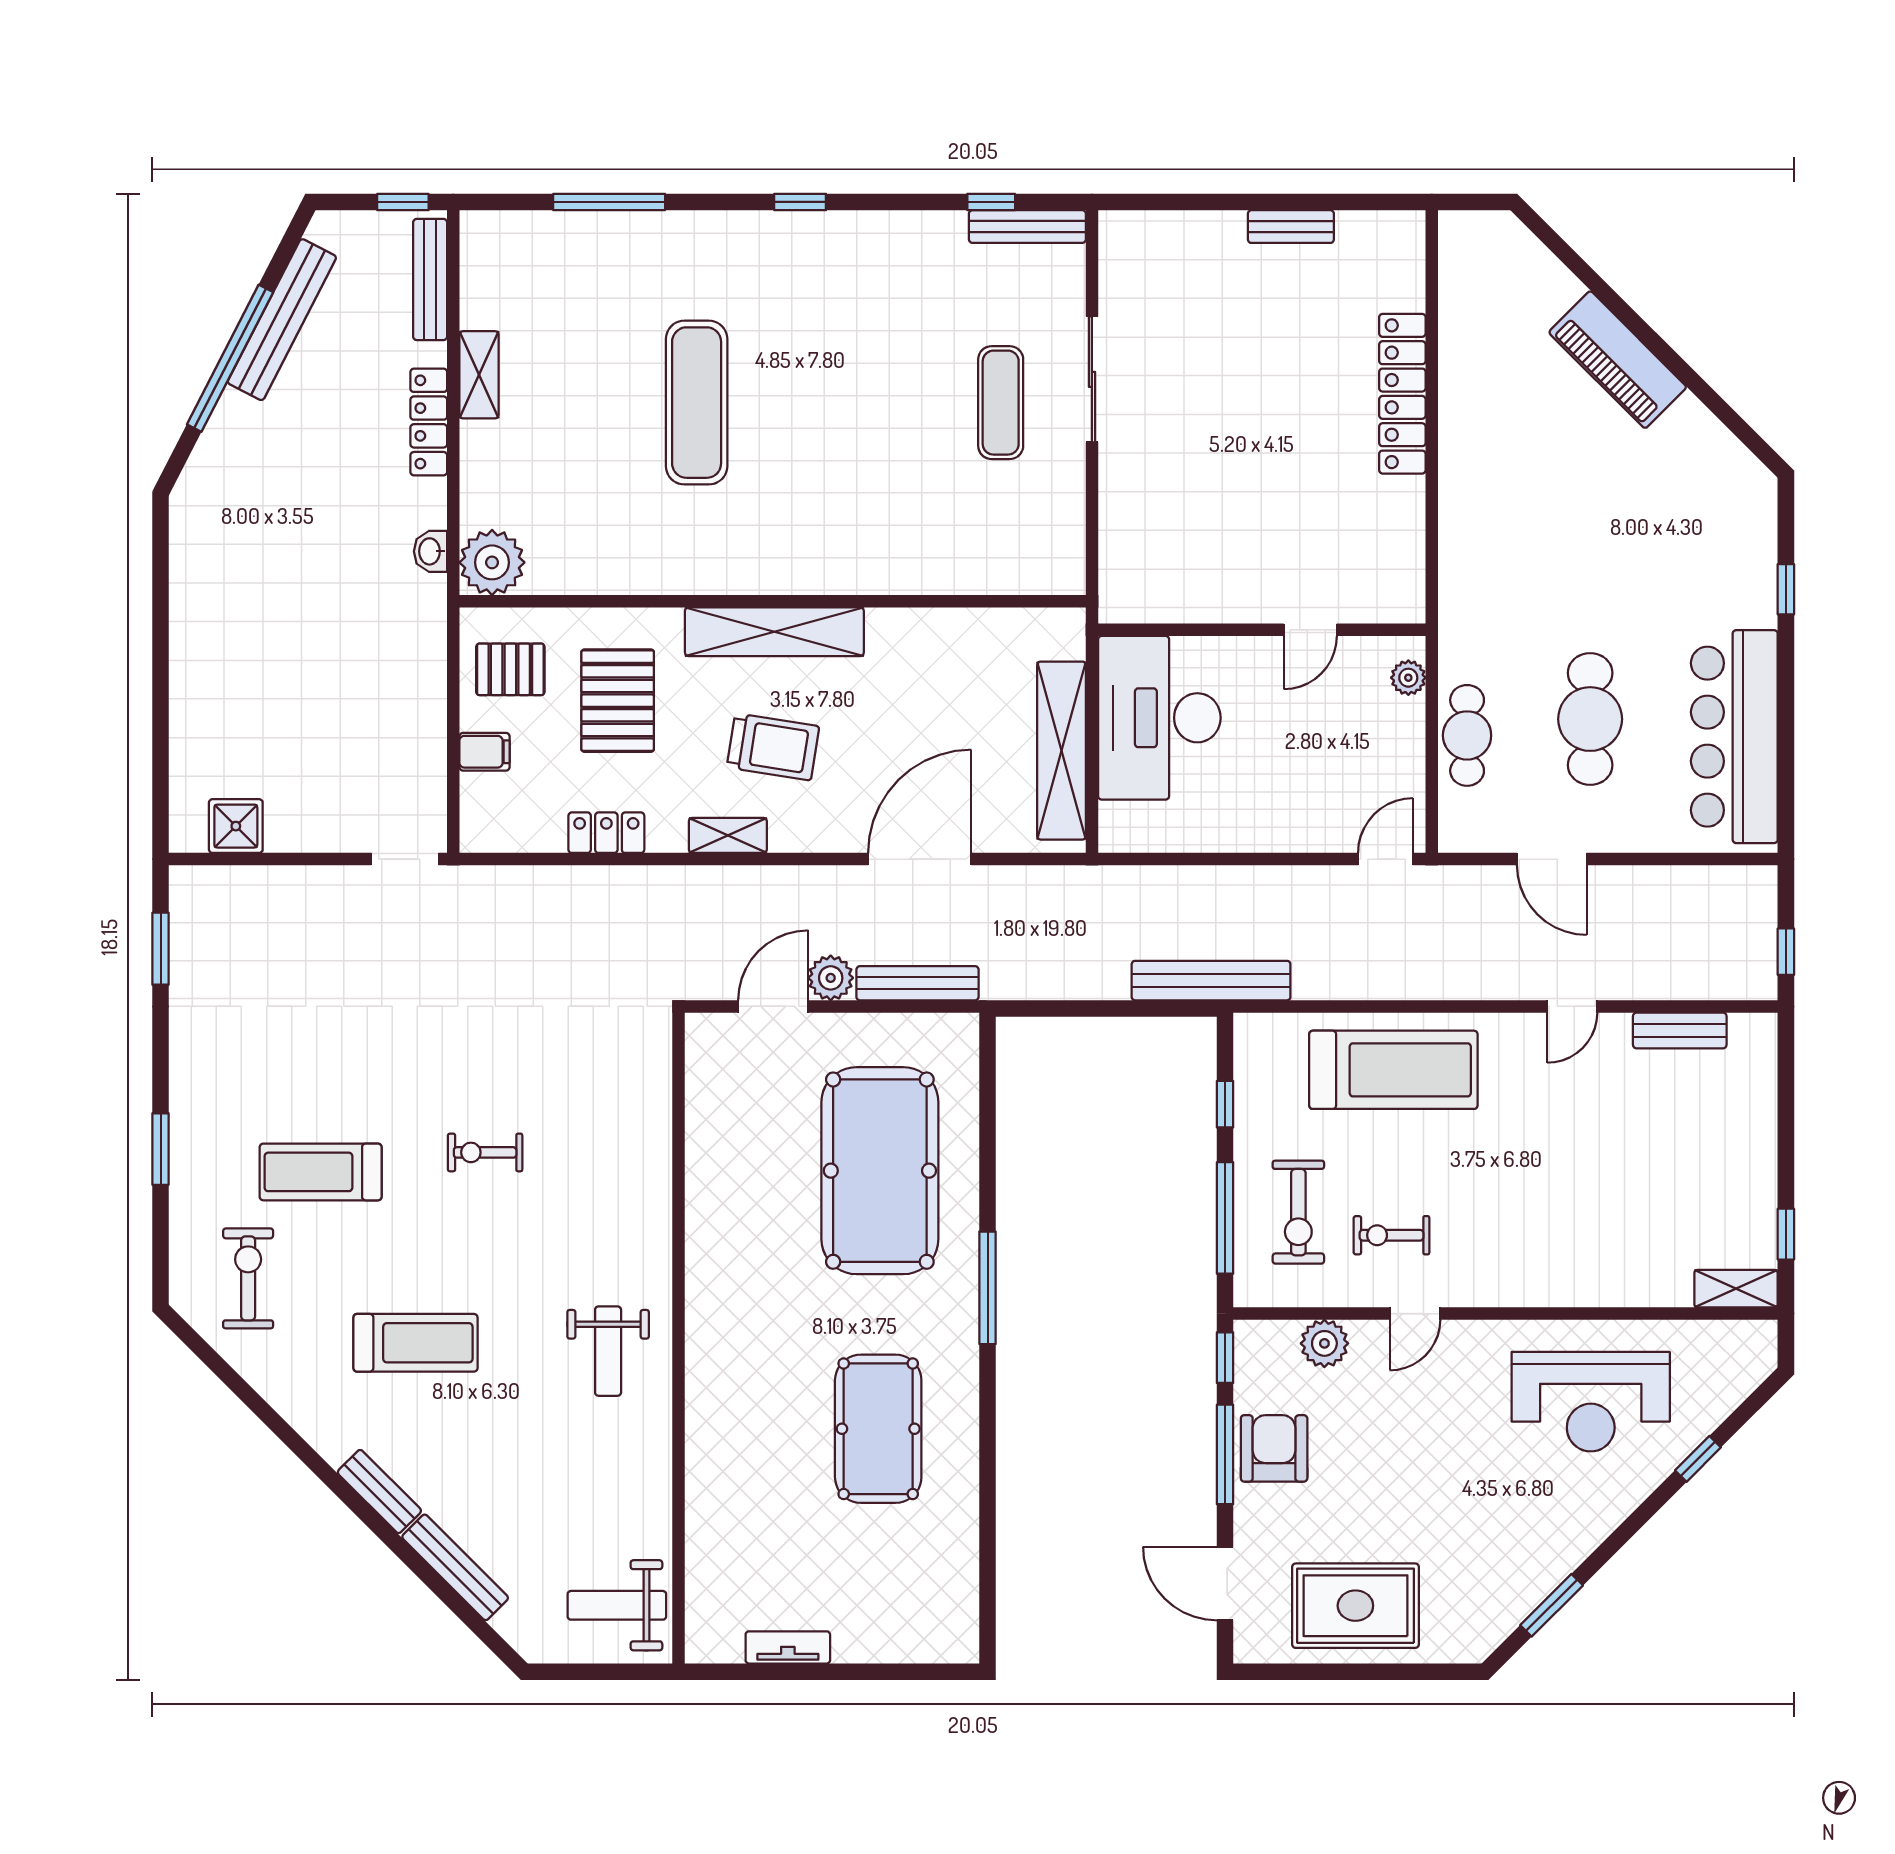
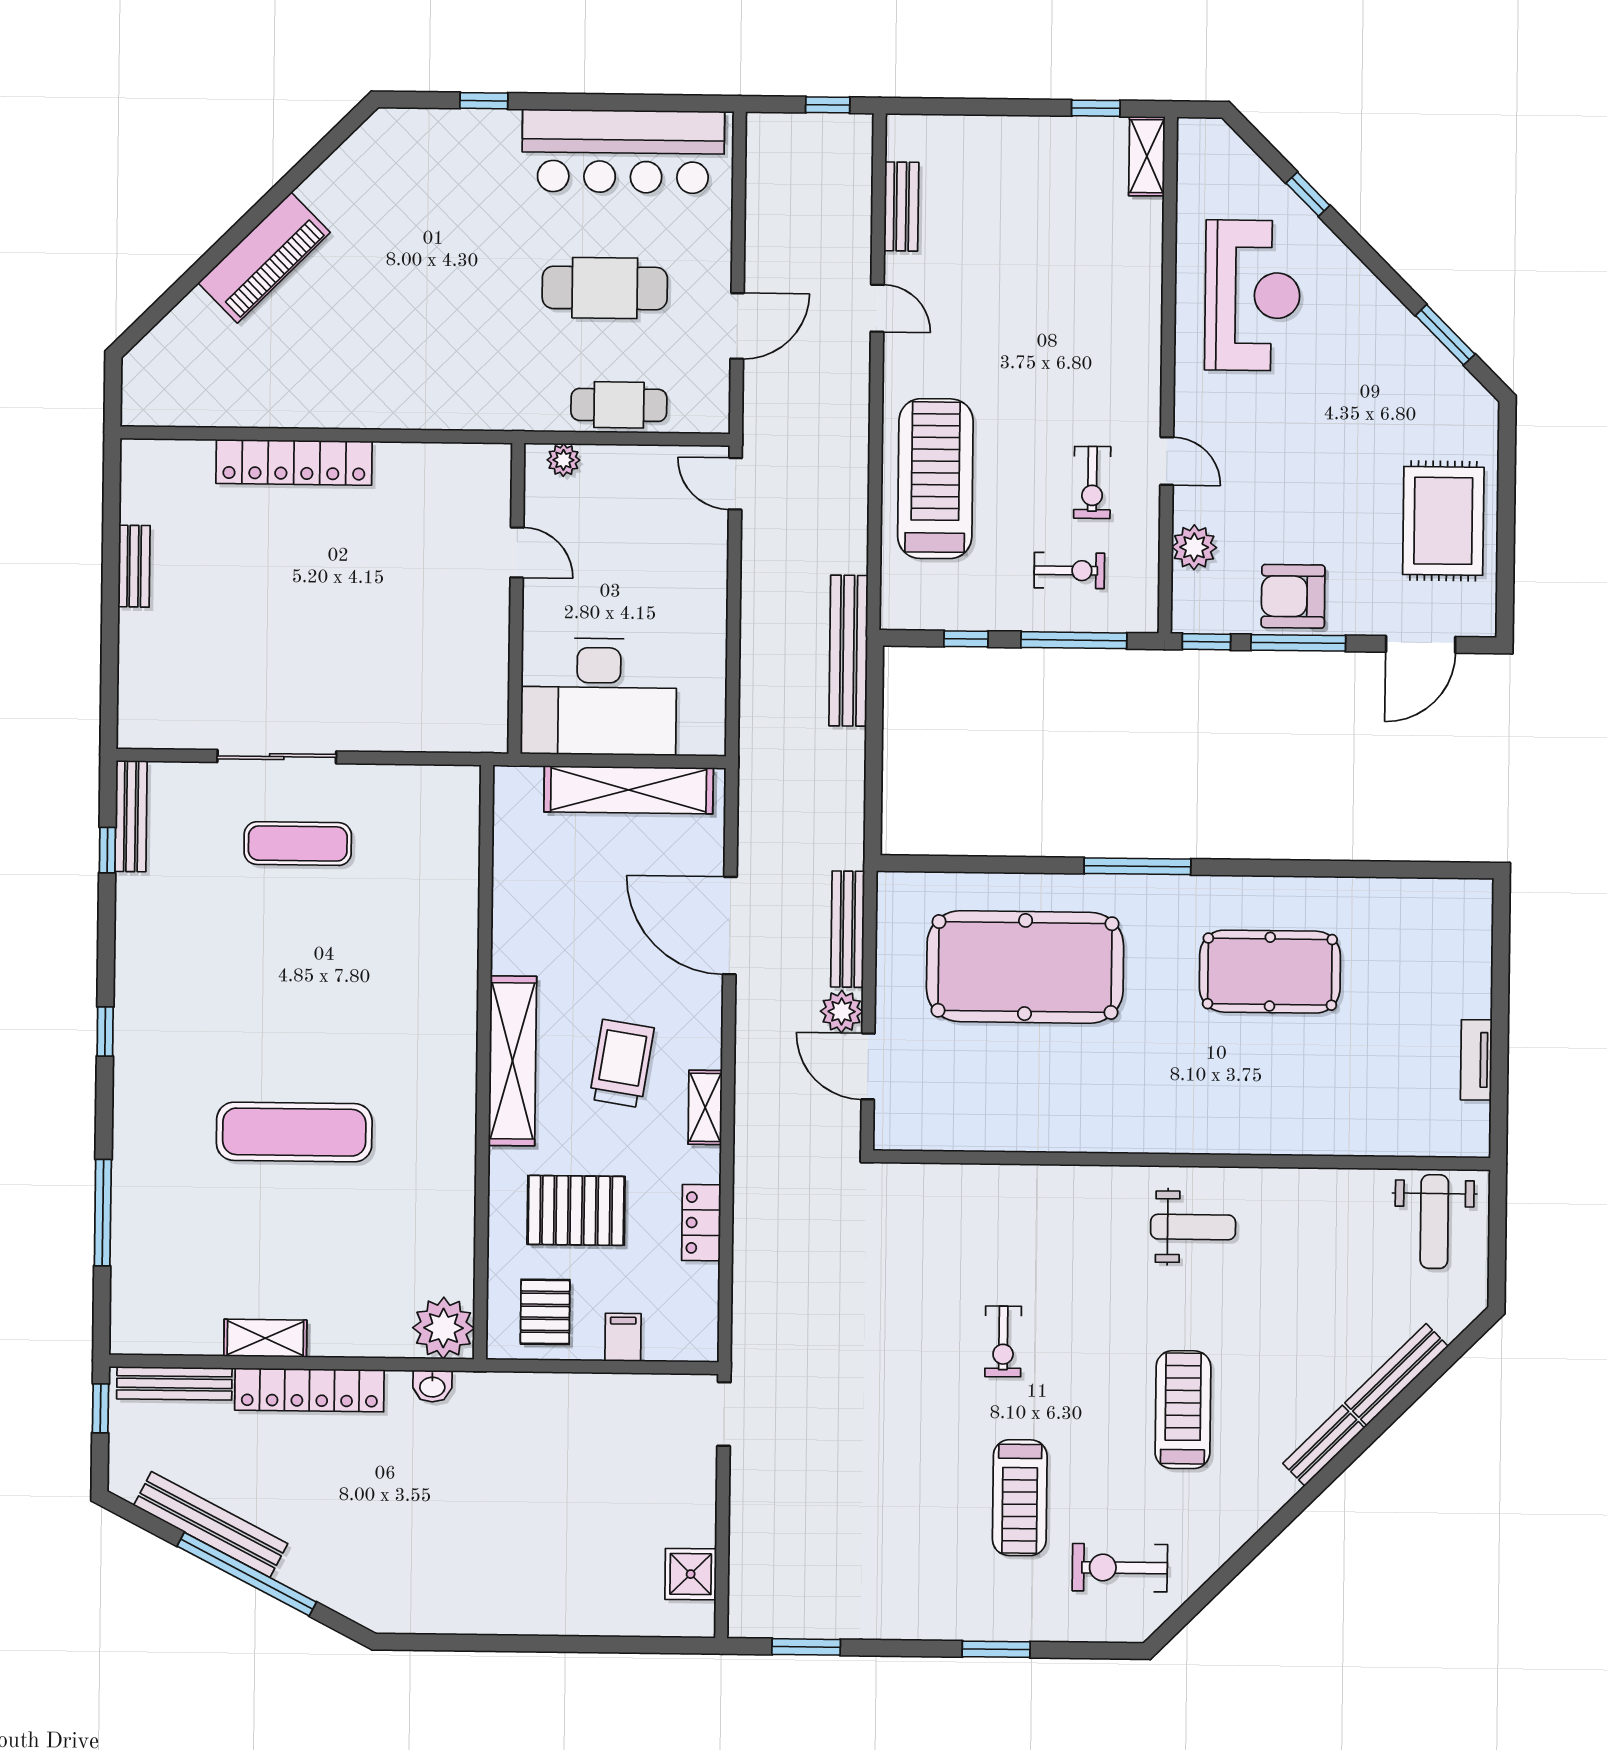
locker: (429, 422) -> (309, 1390), width x1.41, depth x1.21
exercise bike: (1298, 1212) -> (1069, 570), width x0.73, depth x0.72

